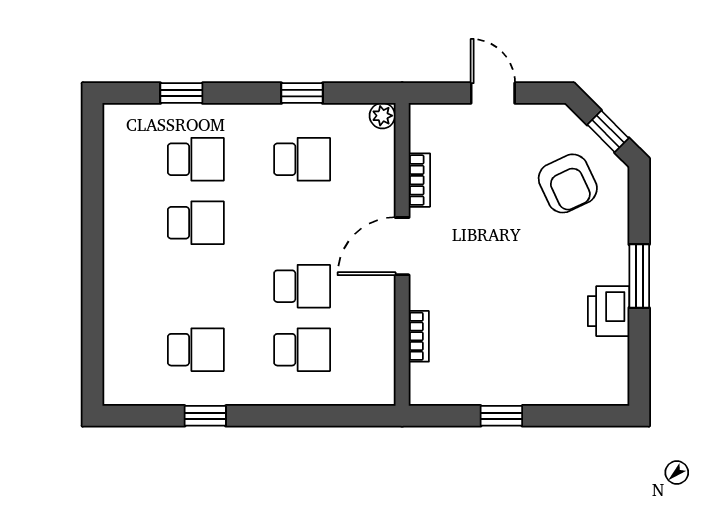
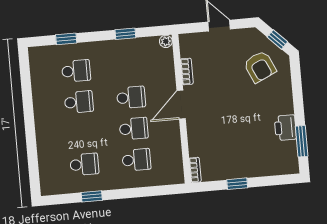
school desk: (302, 159) -> (131, 97), moved
window: (639, 276) -> (302, 141), moved
bookcase: (419, 336) -> (195, 170), moved

